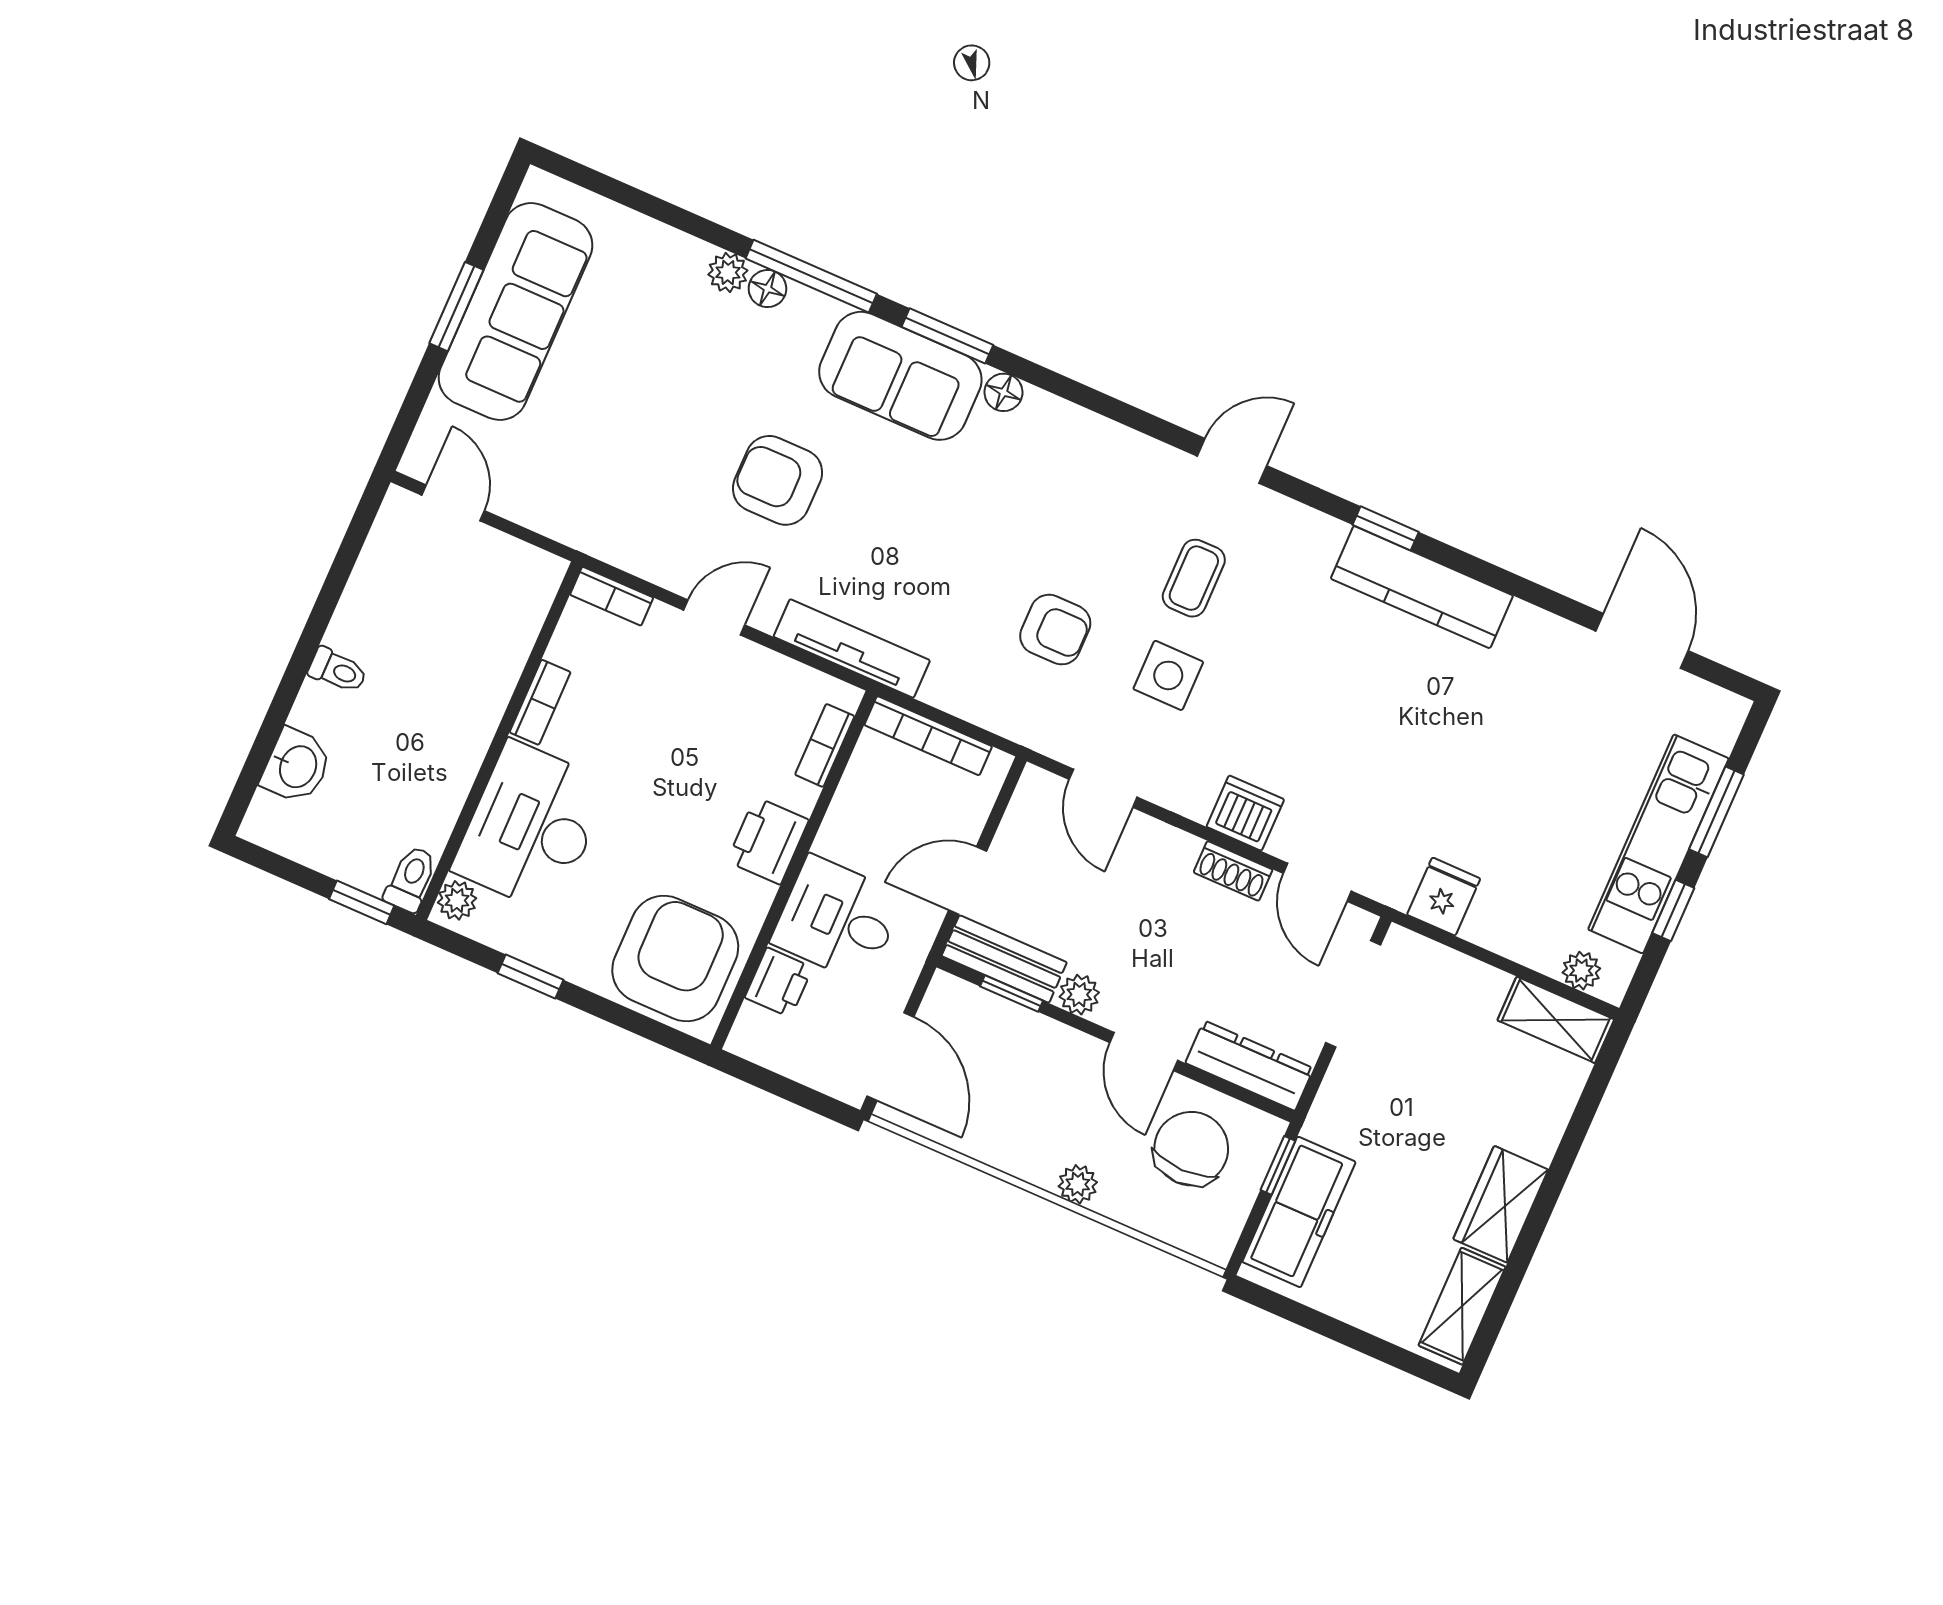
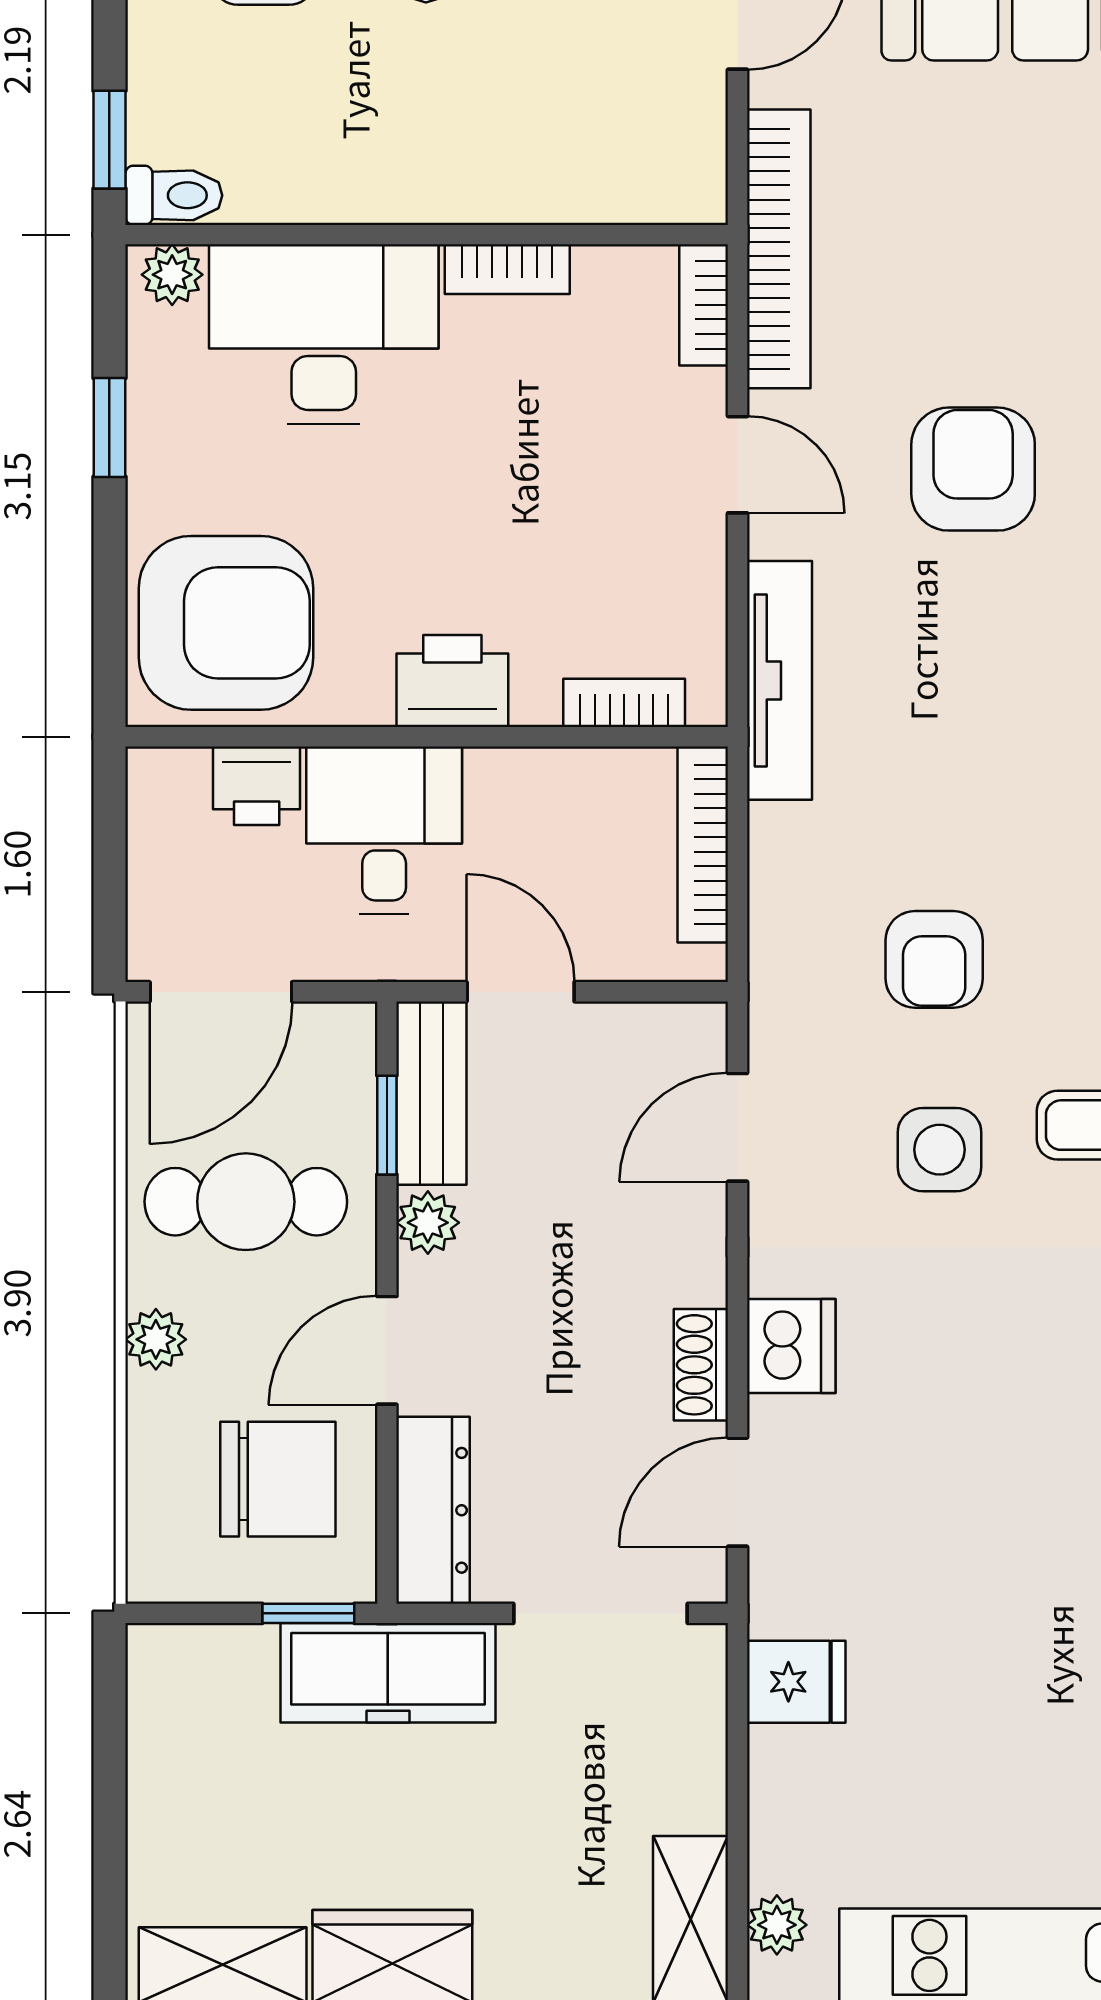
bookcase: (598, 538) -> (779, 249), added
cafe table: (1020, 1096) -> (246, 1202), added
freezer: (1299, 1212) -> (388, 1673), moved

